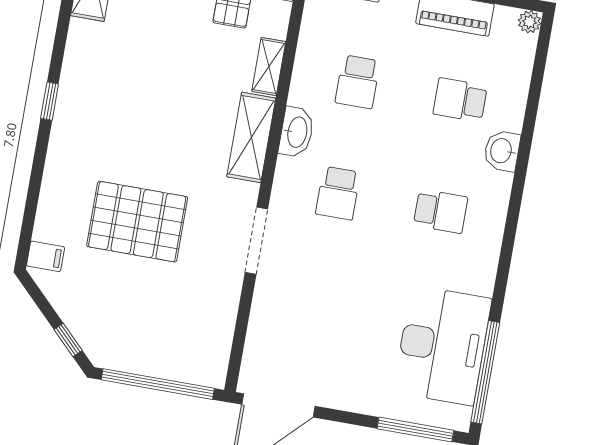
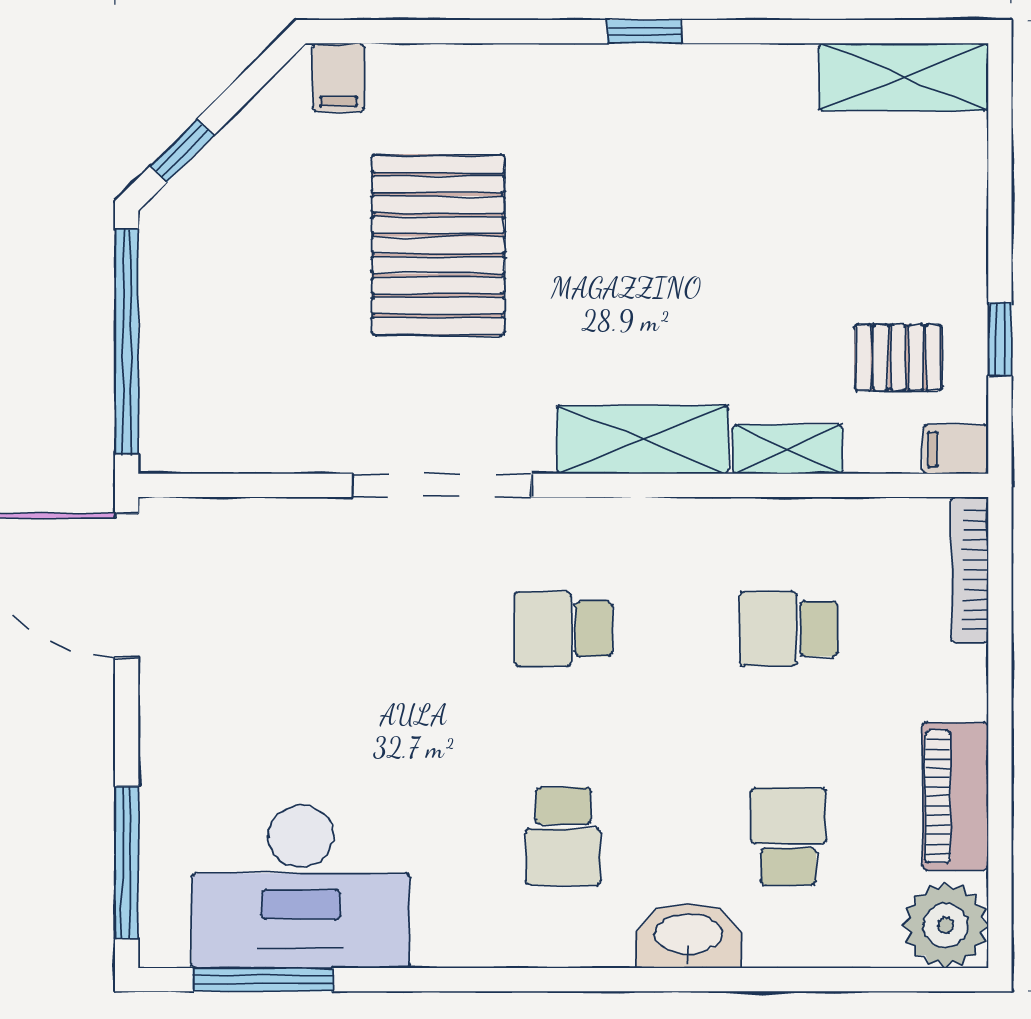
plant: (530, 22) -> (946, 925), width x1.87, depth x1.87
washbasin: (296, 132) -> (669, 526), removed
washbasin: (502, 151) -> (688, 936), width x1.38
doorway: (256, 241) -> (442, 485), width x1.36
window: (485, 372) -> (263, 980), width x0.68

